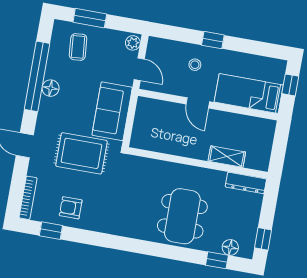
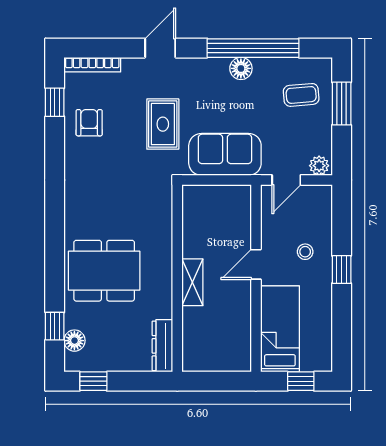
rug: (81, 153) -> (163, 124), width x0.73, depth x0.70
shelving: (227, 157) -> (192, 282), moved

